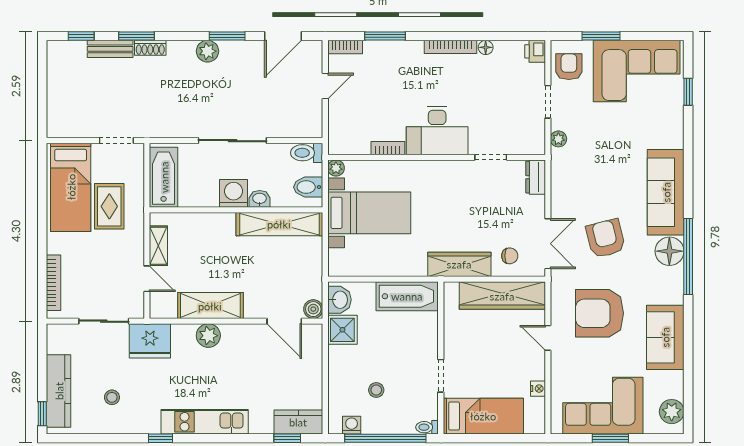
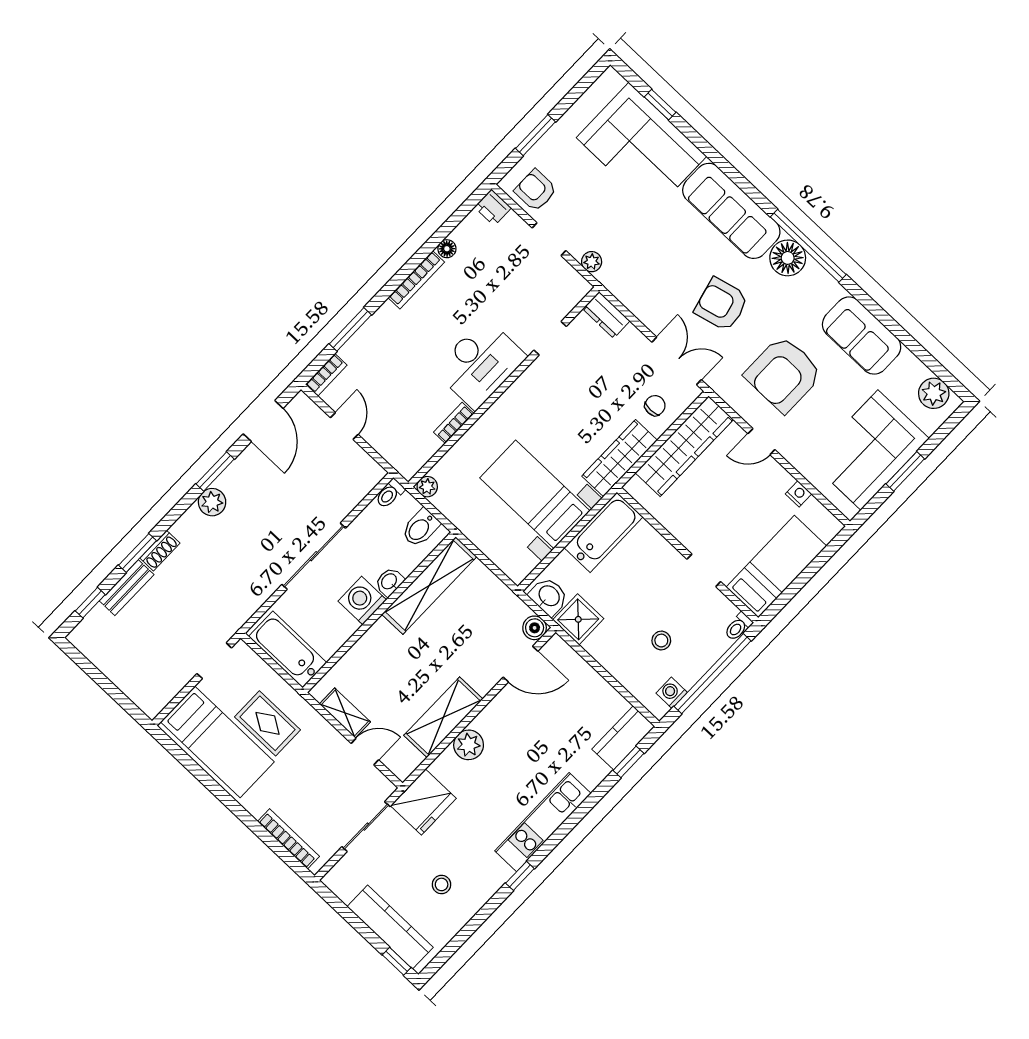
corner sofa: (637, 71) -> (641, 147), moved, turned 90
toilet: (307, 153) -> (390, 494), width x0.73, depth x0.72
bed with nightstands: (369, 213) -> (535, 494), moved, turned -90

